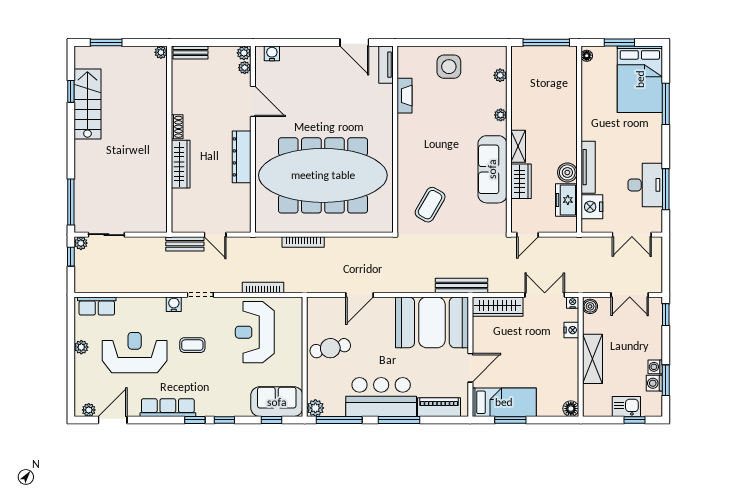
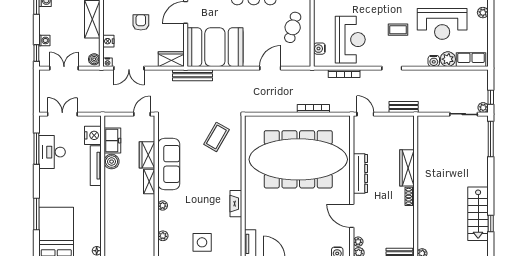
fireplace: (405, 96) -> (236, 204), moved
door: (215, 235) -> (365, 114), moved
water cooler: (174, 304) -> (434, 61), moved
plant: (127, 307) -> (448, 59), added
wardrobe: (498, 307) -> (171, 59), width x0.67
water cooler: (295, 320) -> (319, 49), added
plant: (81, 347) -> (483, 13), moved
cafe table: (330, 348) -> (293, 27), turned -63
armchair: (529, 355) -> (141, 22), added
washing machine: (655, 367) -> (44, 40), moved

